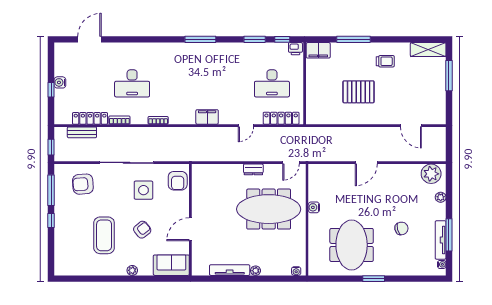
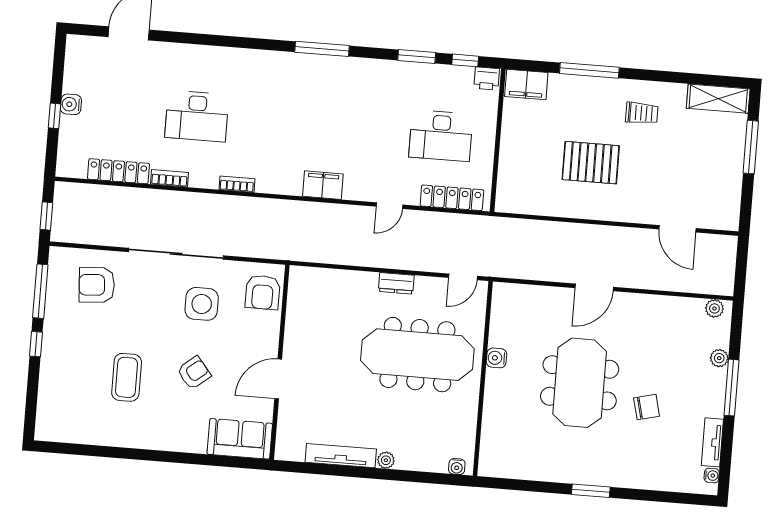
bench: (82, 132) -> (102, 194), removed
plant: (431, 174) -> (714, 308), width x0.53, depth x0.53
coffee table: (104, 235) -> (127, 377), width x0.73, depth x0.76
window: (449, 235) -> (731, 388), moved
tv unit: (441, 240) -> (712, 442), width x0.71
meeting table: (352, 245) -> (580, 383), moved
plant: (132, 270) -> (171, 443), removed

